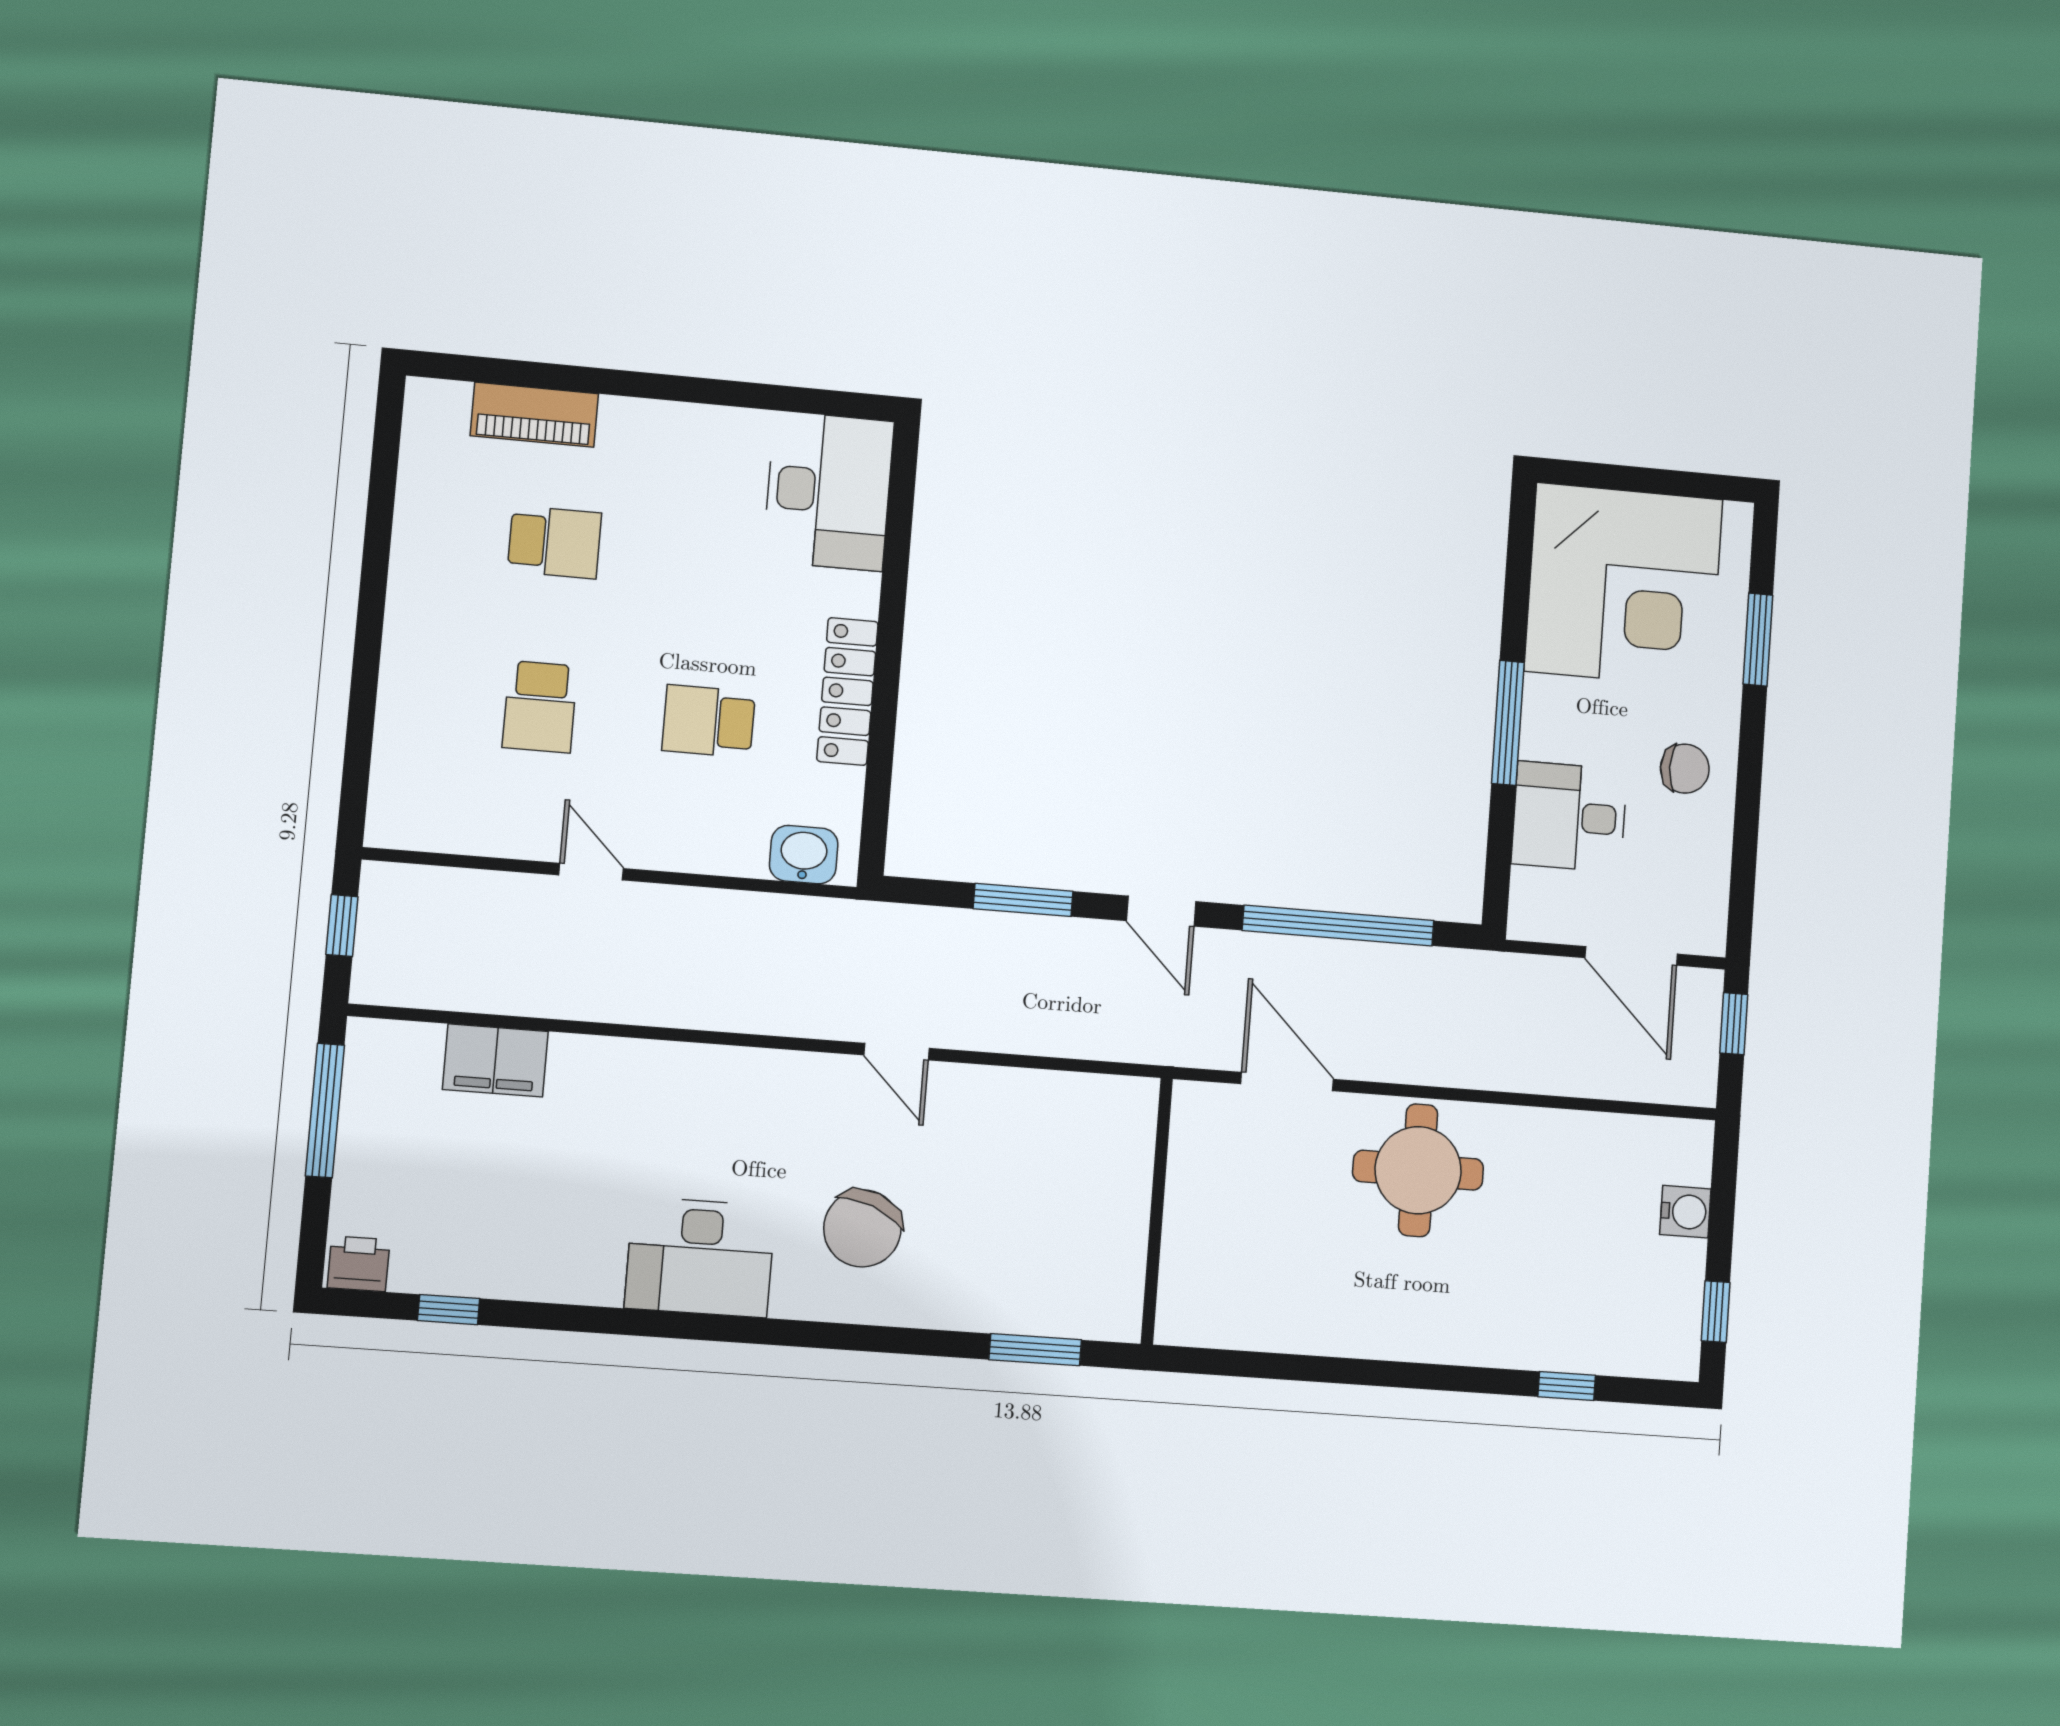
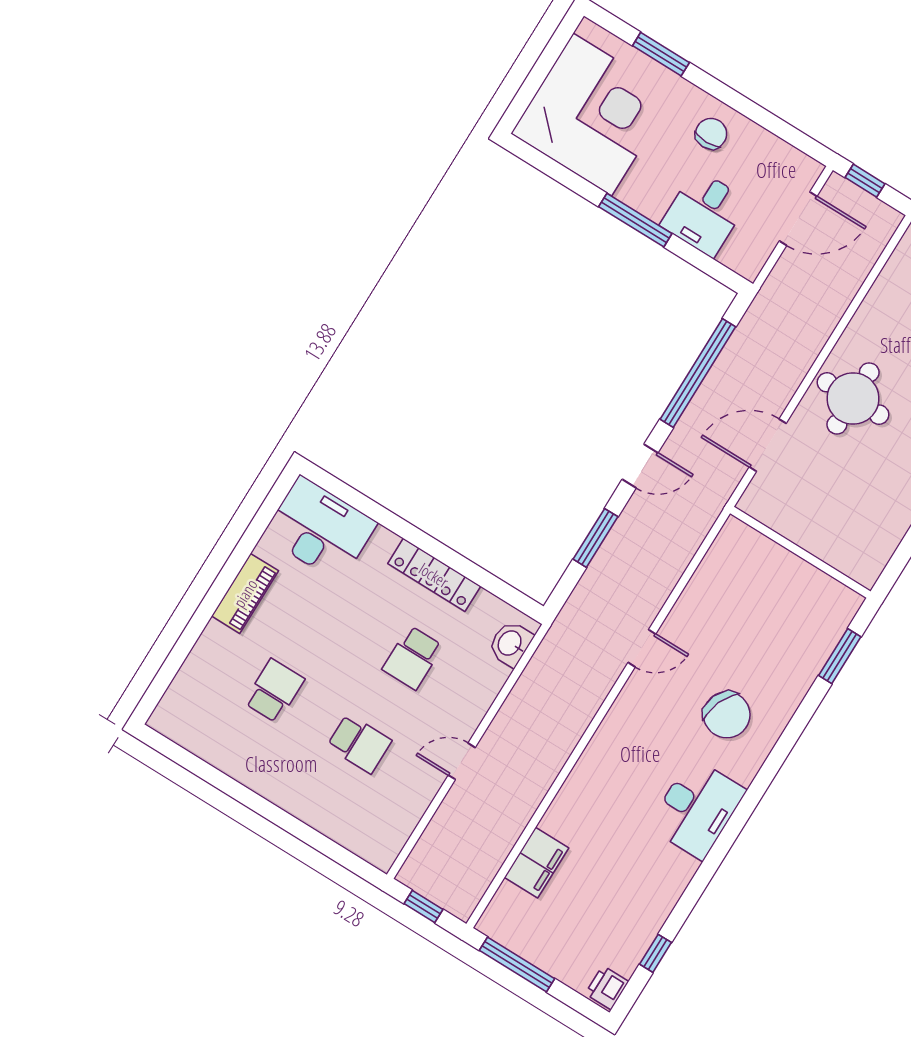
piano: (534, 415) -> (245, 593), moved

